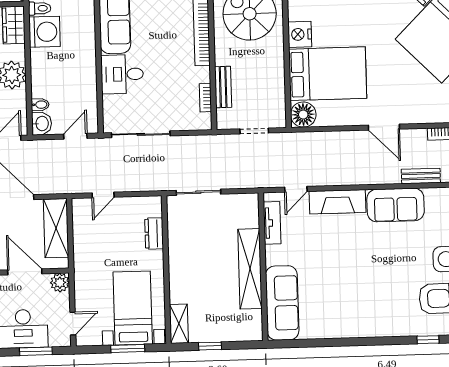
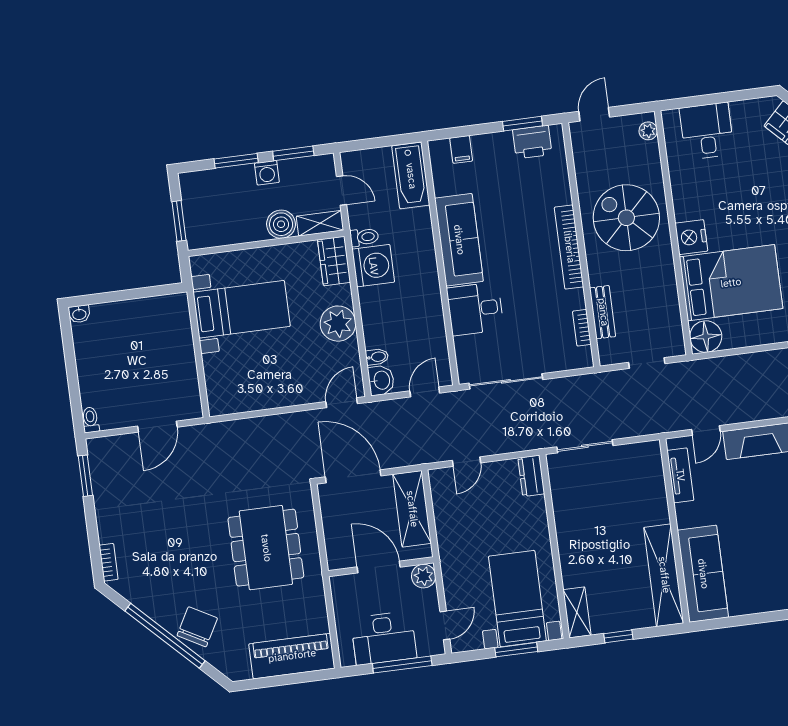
dresser: (154, 233) -> (531, 476), moved
shelving: (250, 269) -> (664, 575), moved
window: (36, 351) -> (402, 664), width x1.44

